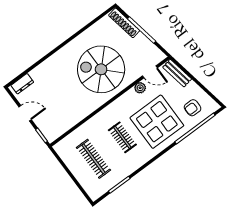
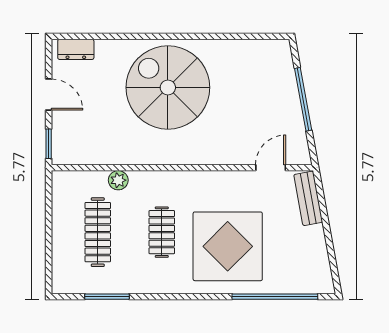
shoe rack: (124, 23) -> (286, 71), removed
spiral stairs: (101, 69) -> (168, 87), moved
door: (150, 72) -> (271, 168), swing flipped
plant: (140, 88) -> (118, 180), moved
armchair: (193, 108) -> (293, 264), removed

